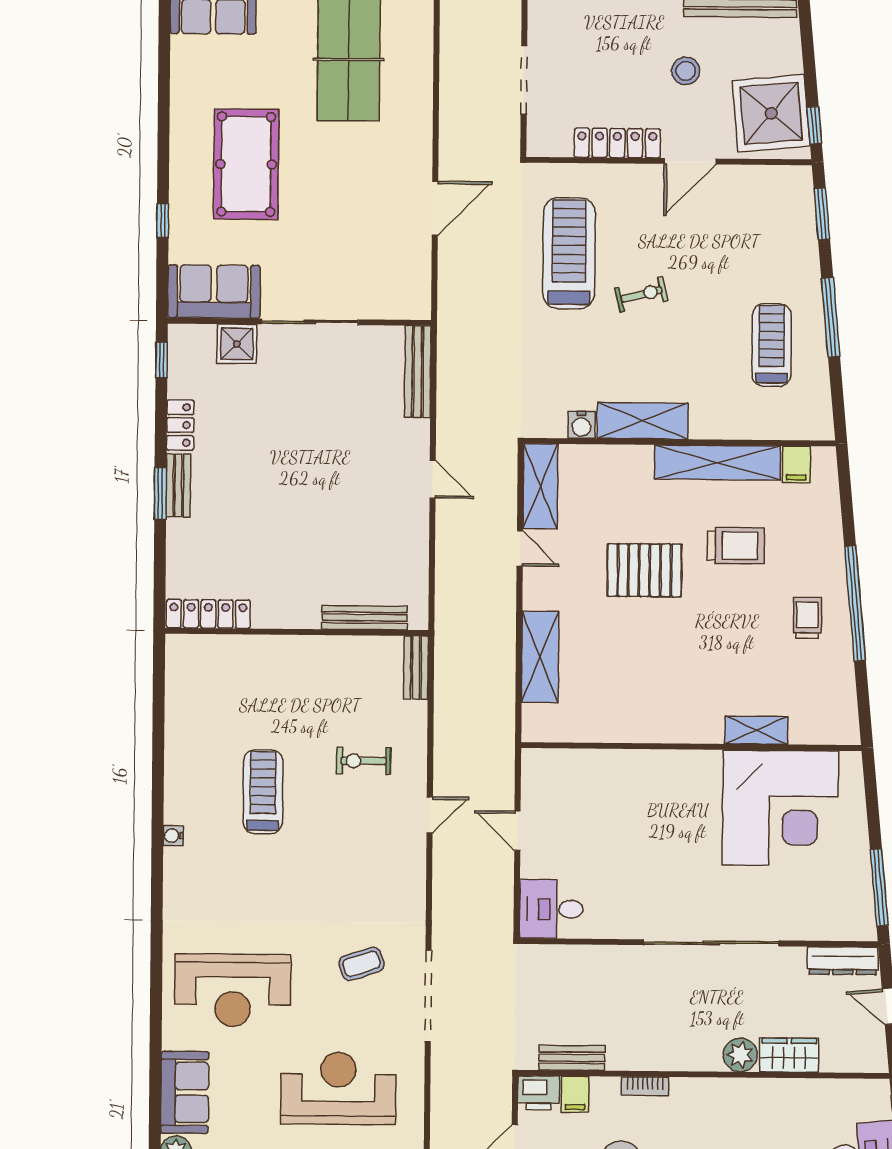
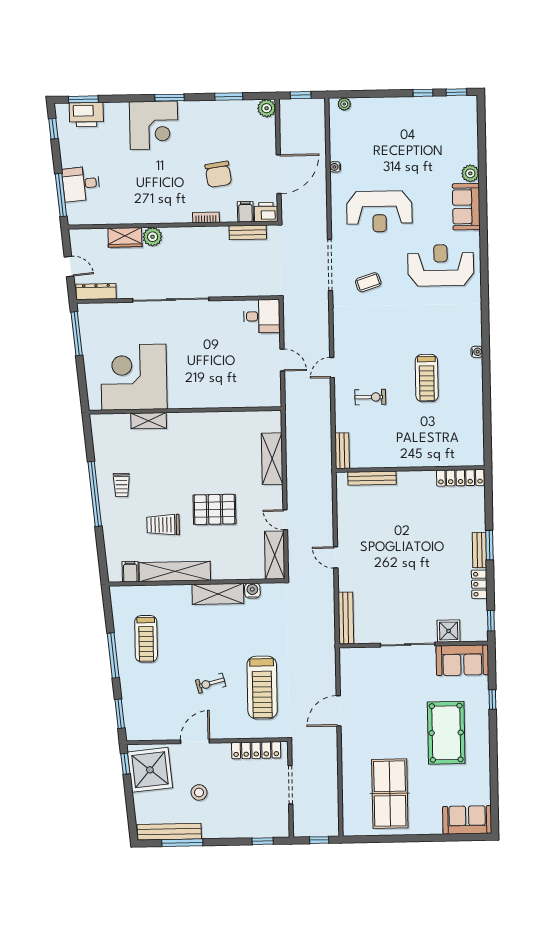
locker: (617, 143) -> (256, 750), moved
exercise bike: (641, 294) -> (211, 683), moved

